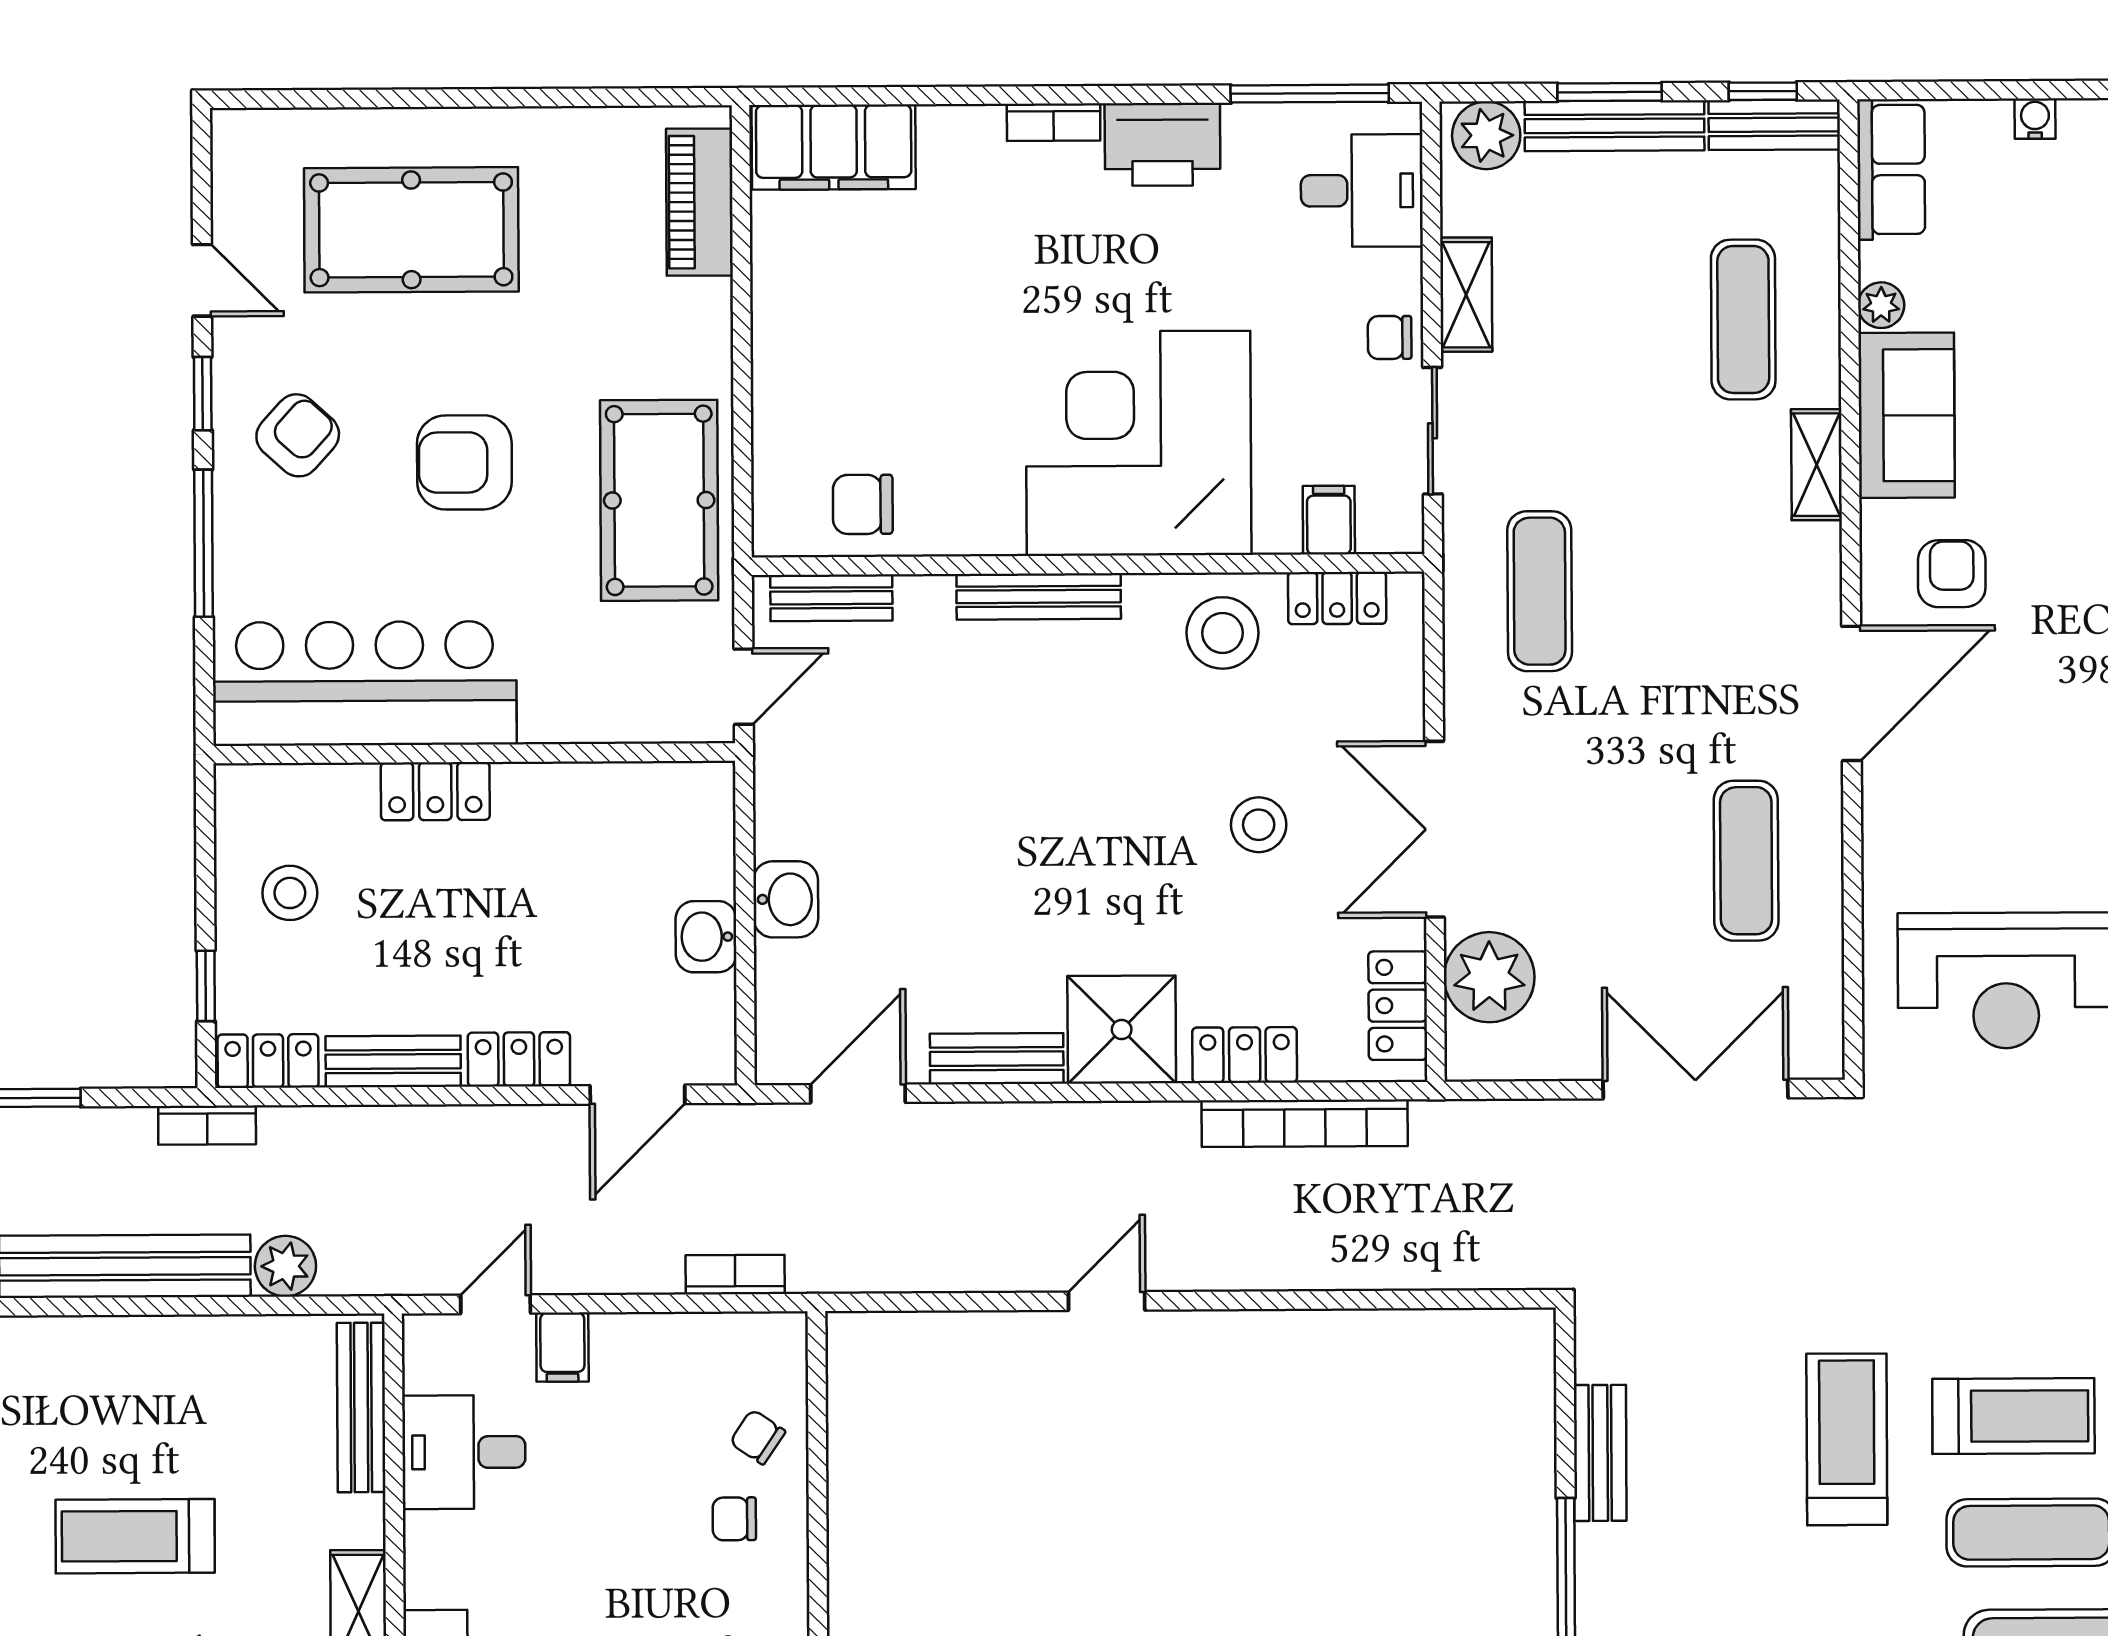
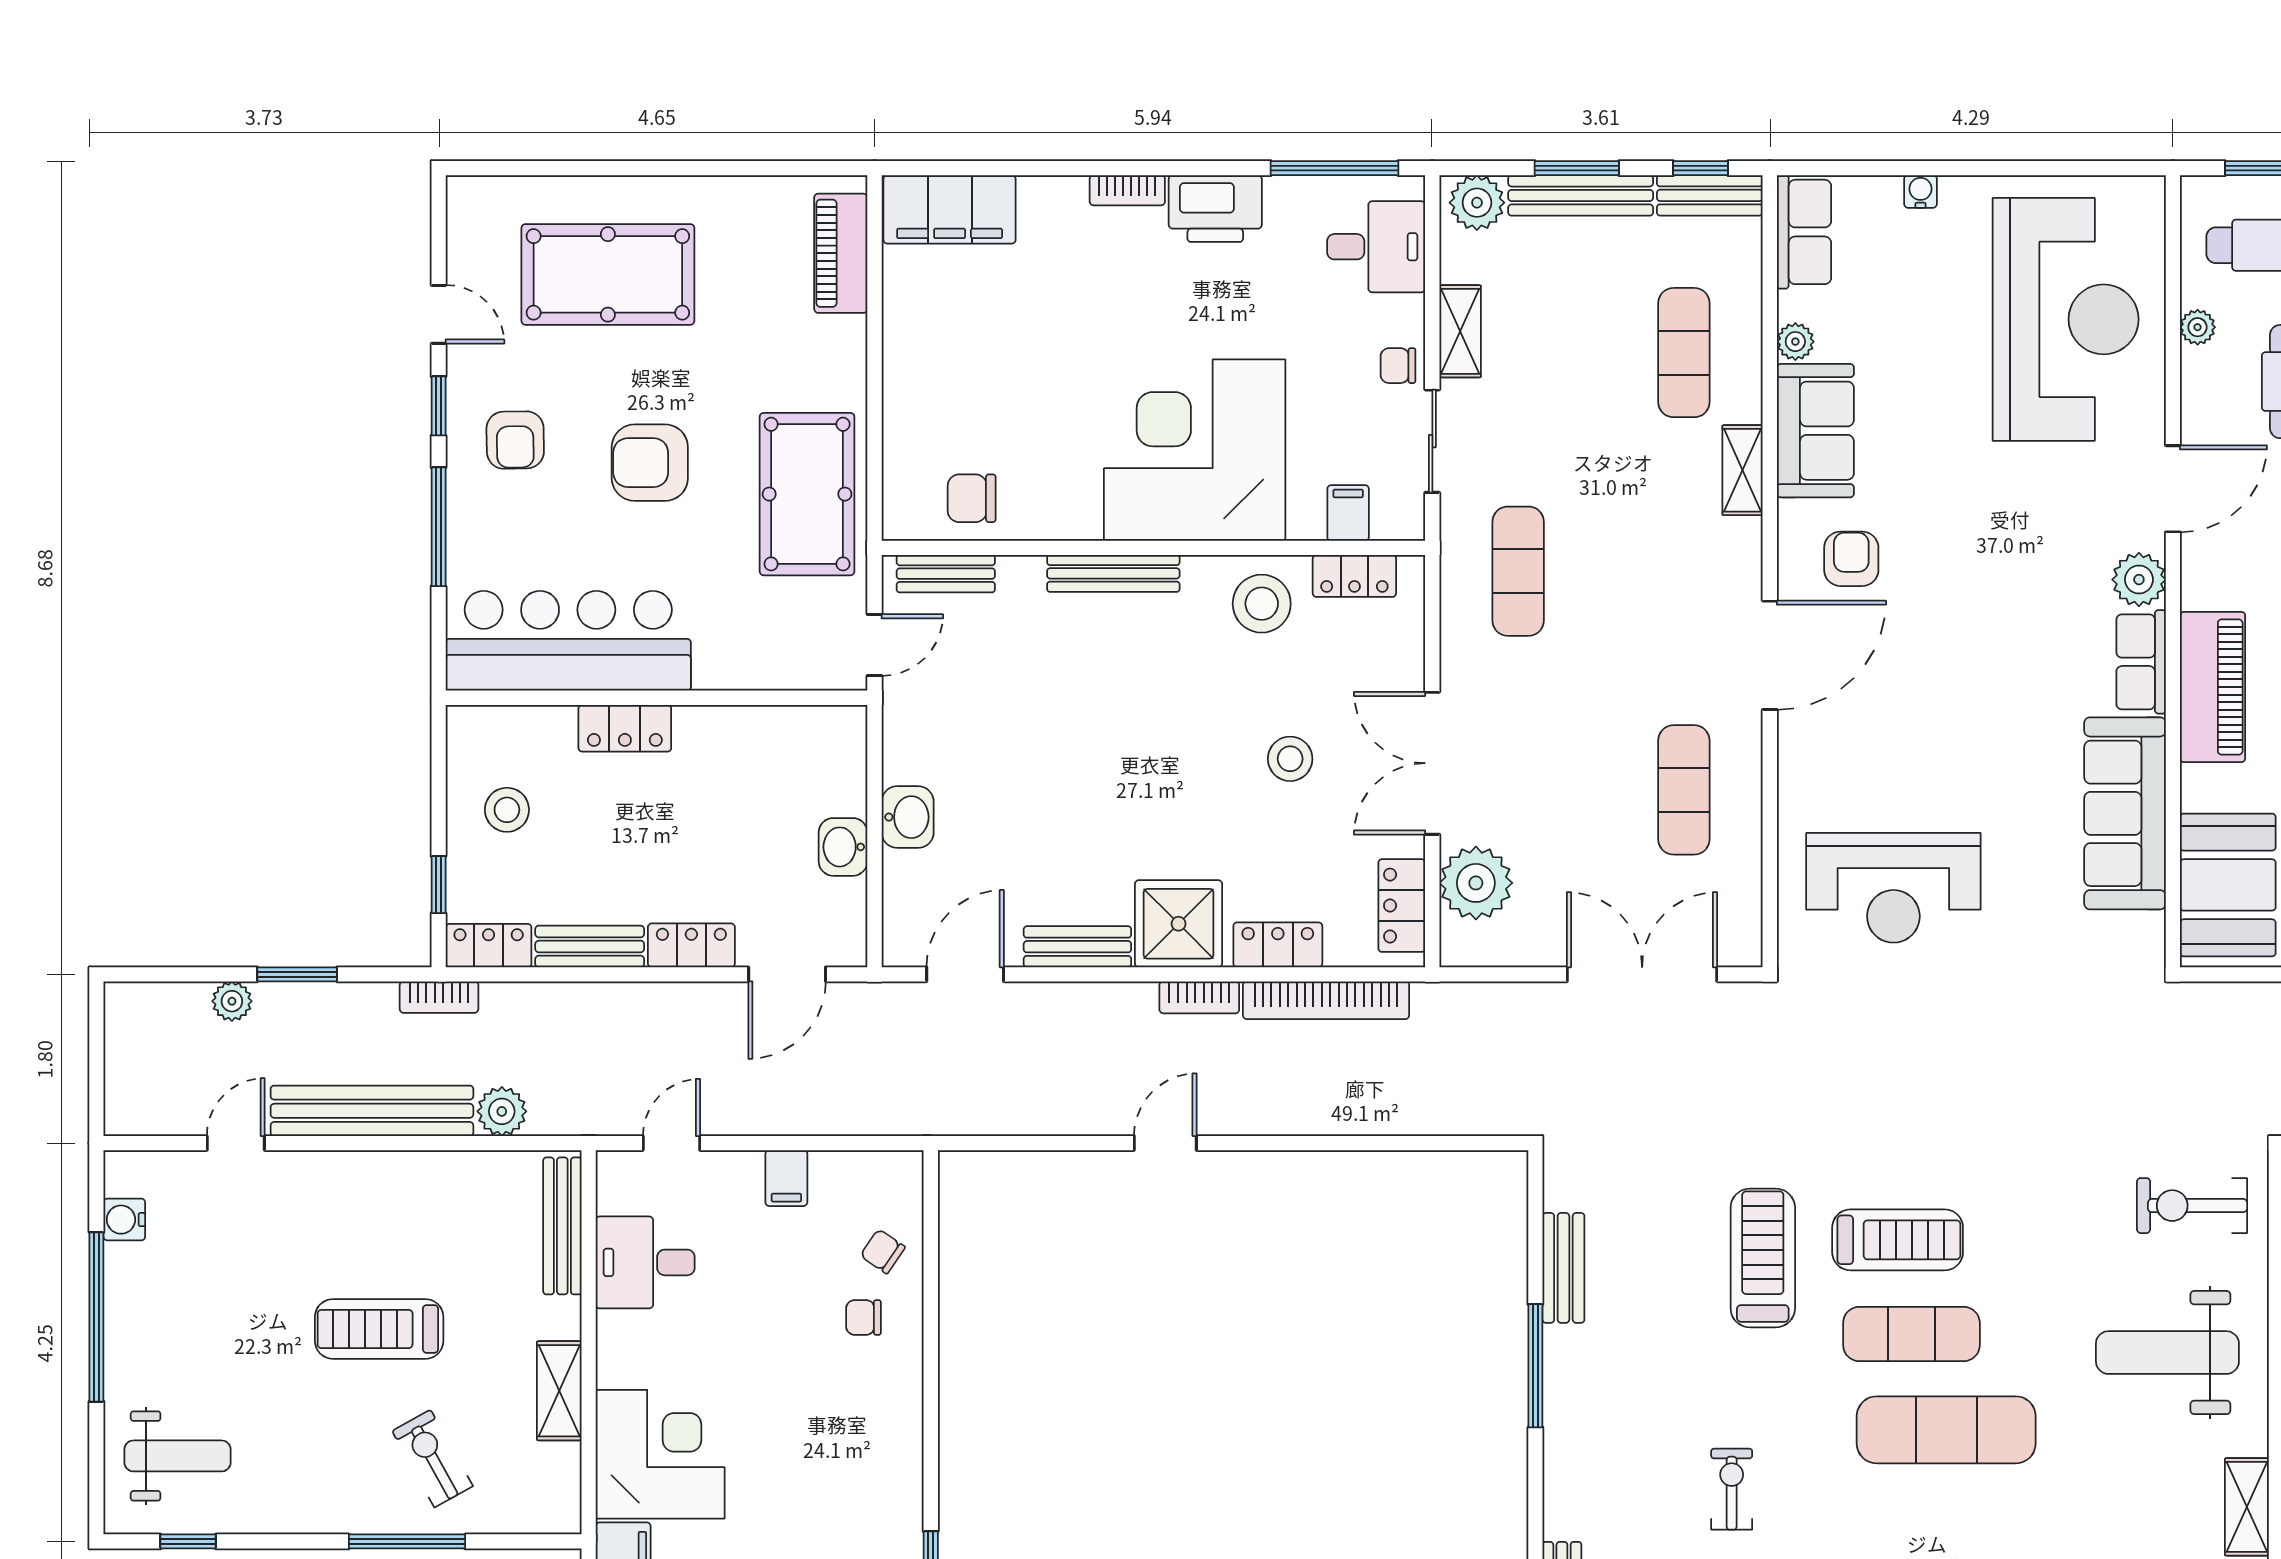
armchair: (298, 435) -> (515, 440), turned 137
bookcase: (735, 1275) -> (1199, 997), moved, turned 180
filing cabinet: (562, 1347) -> (786, 1178), moved

